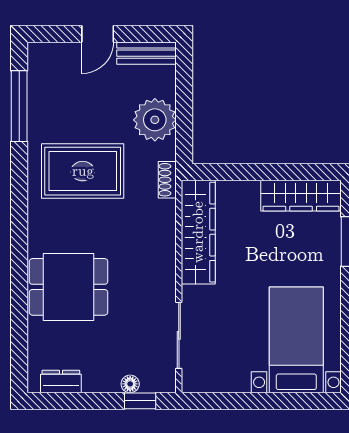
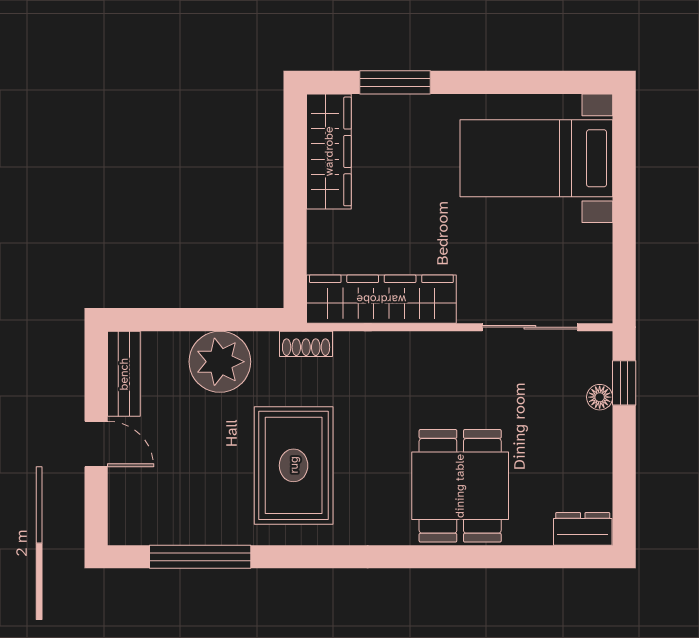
dresser: (61, 382) -> (583, 529), moved, turned 90

